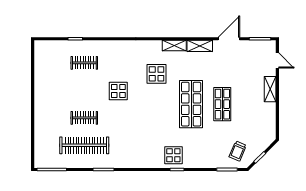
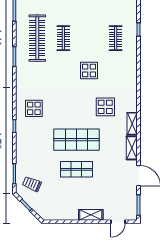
display table: (173, 155) -> (34, 108), moved

